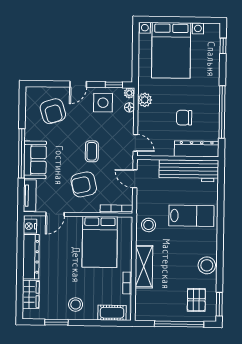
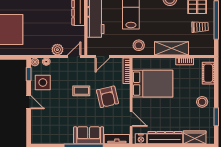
plant: (145, 100) -> (57, 50), moved
armchair: (53, 111) -> (50, 122), removed
chair: (184, 118) -> (54, 18), removed
trolley: (171, 303) -> (200, 27), added

